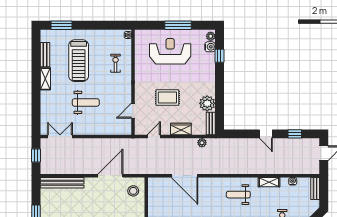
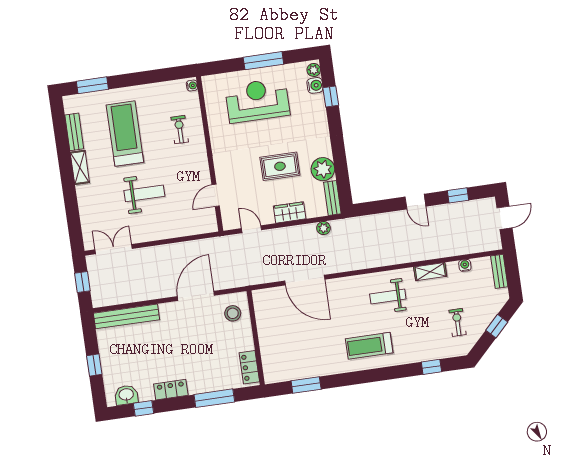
treadmill: (79, 61) -> (125, 134), turned 180
rug: (167, 98) -> (280, 166), moved
door: (154, 137) -> (251, 229), hinge flipped

